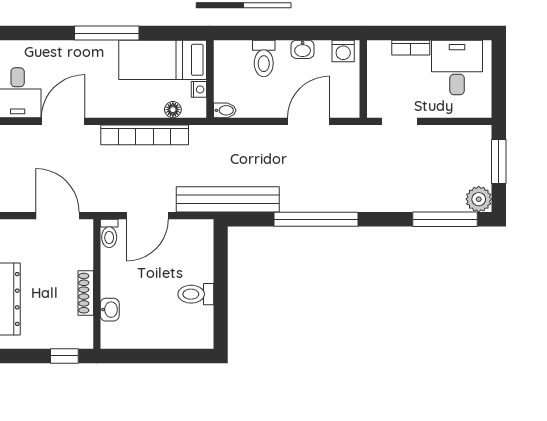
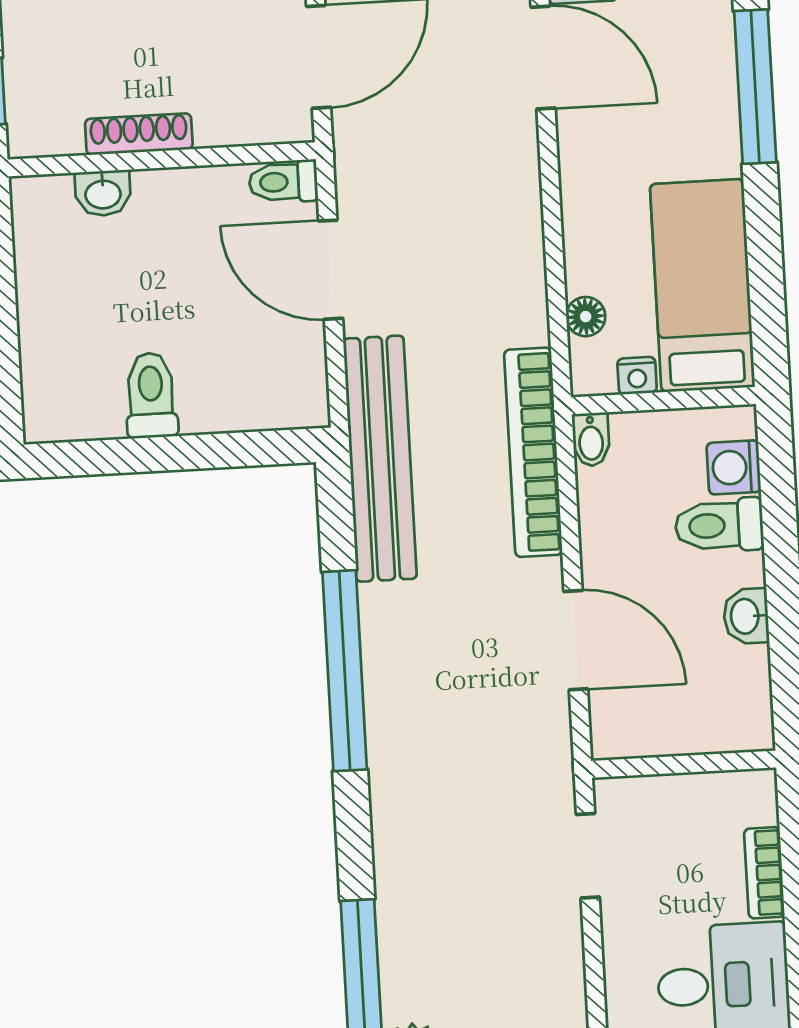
window: (107, 33) -> (755, 87), moved
washing machine: (343, 51) -> (734, 467), moved
bookcase: (145, 135) -> (533, 452), moved

